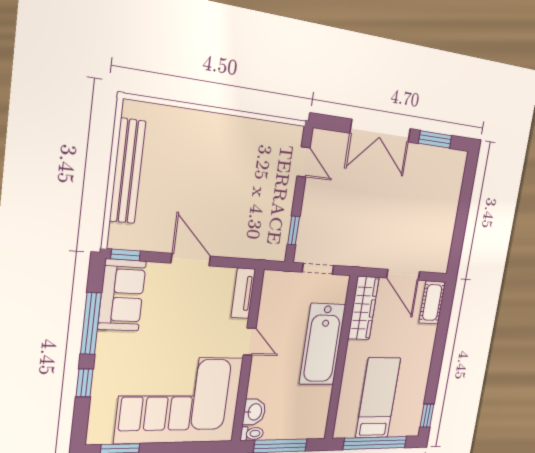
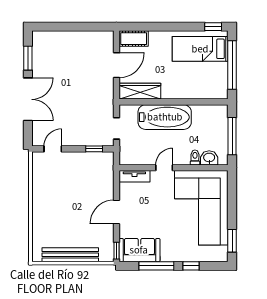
bed: (378, 398) -> (200, 49), moved
toilet: (252, 434) -> (195, 157), moved

